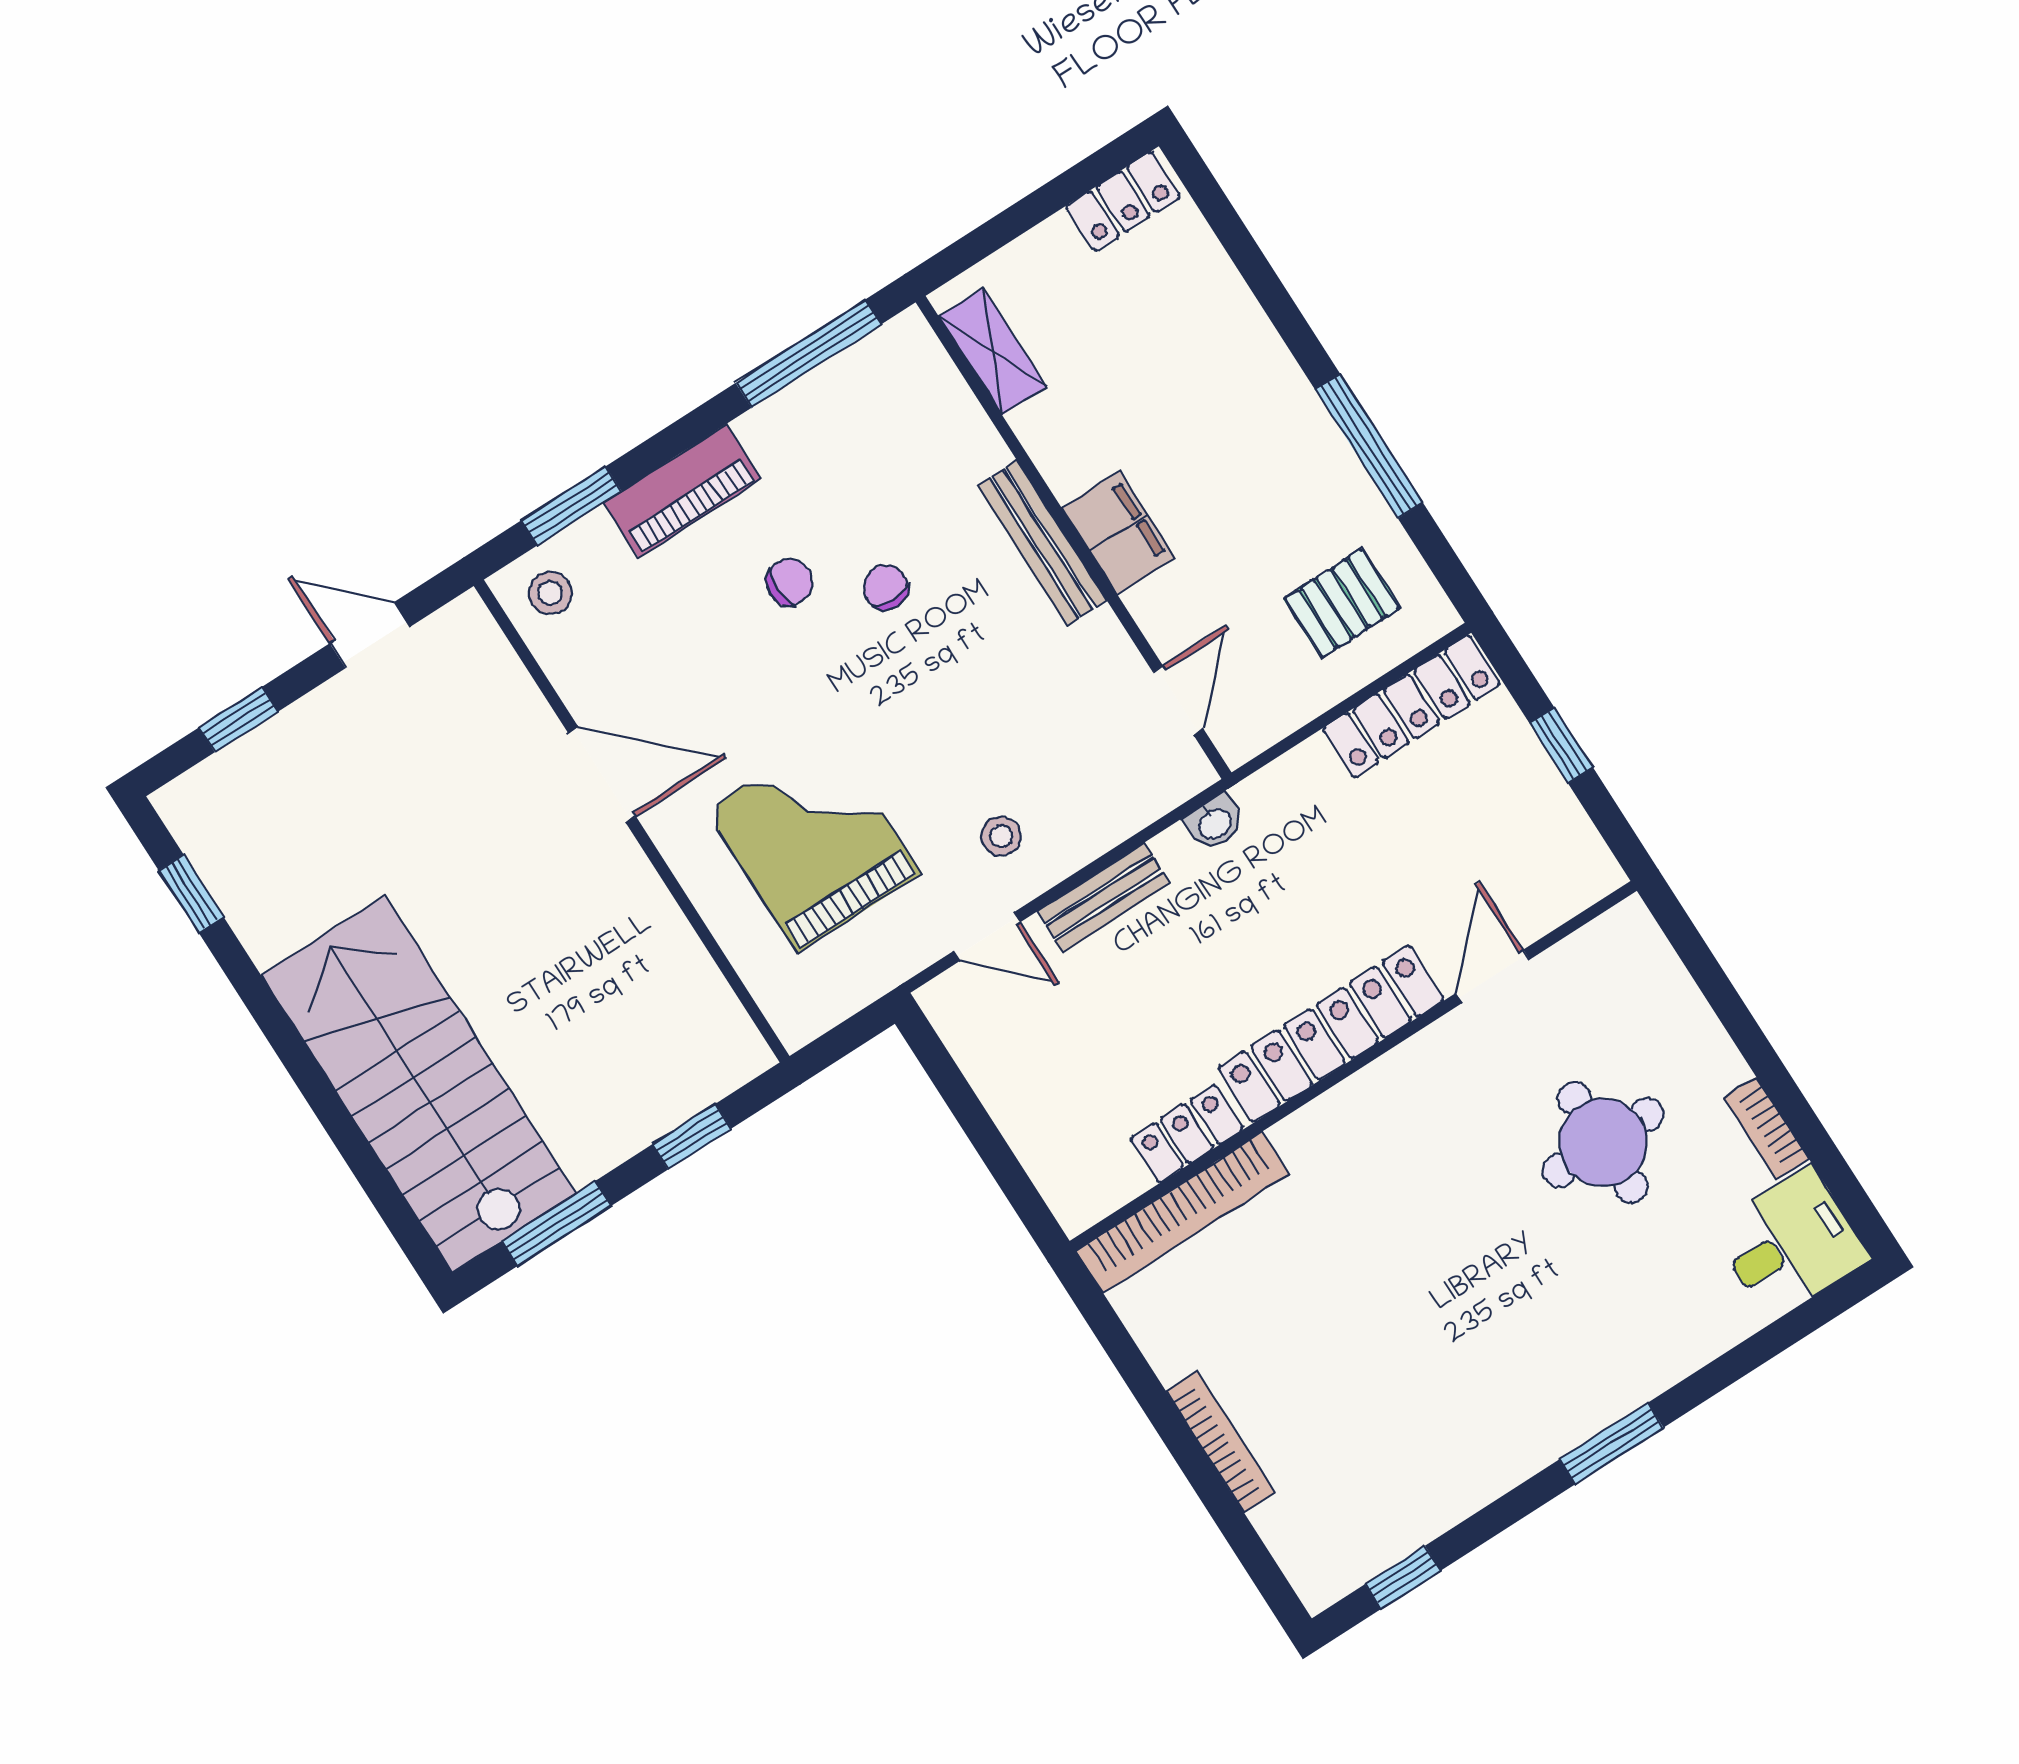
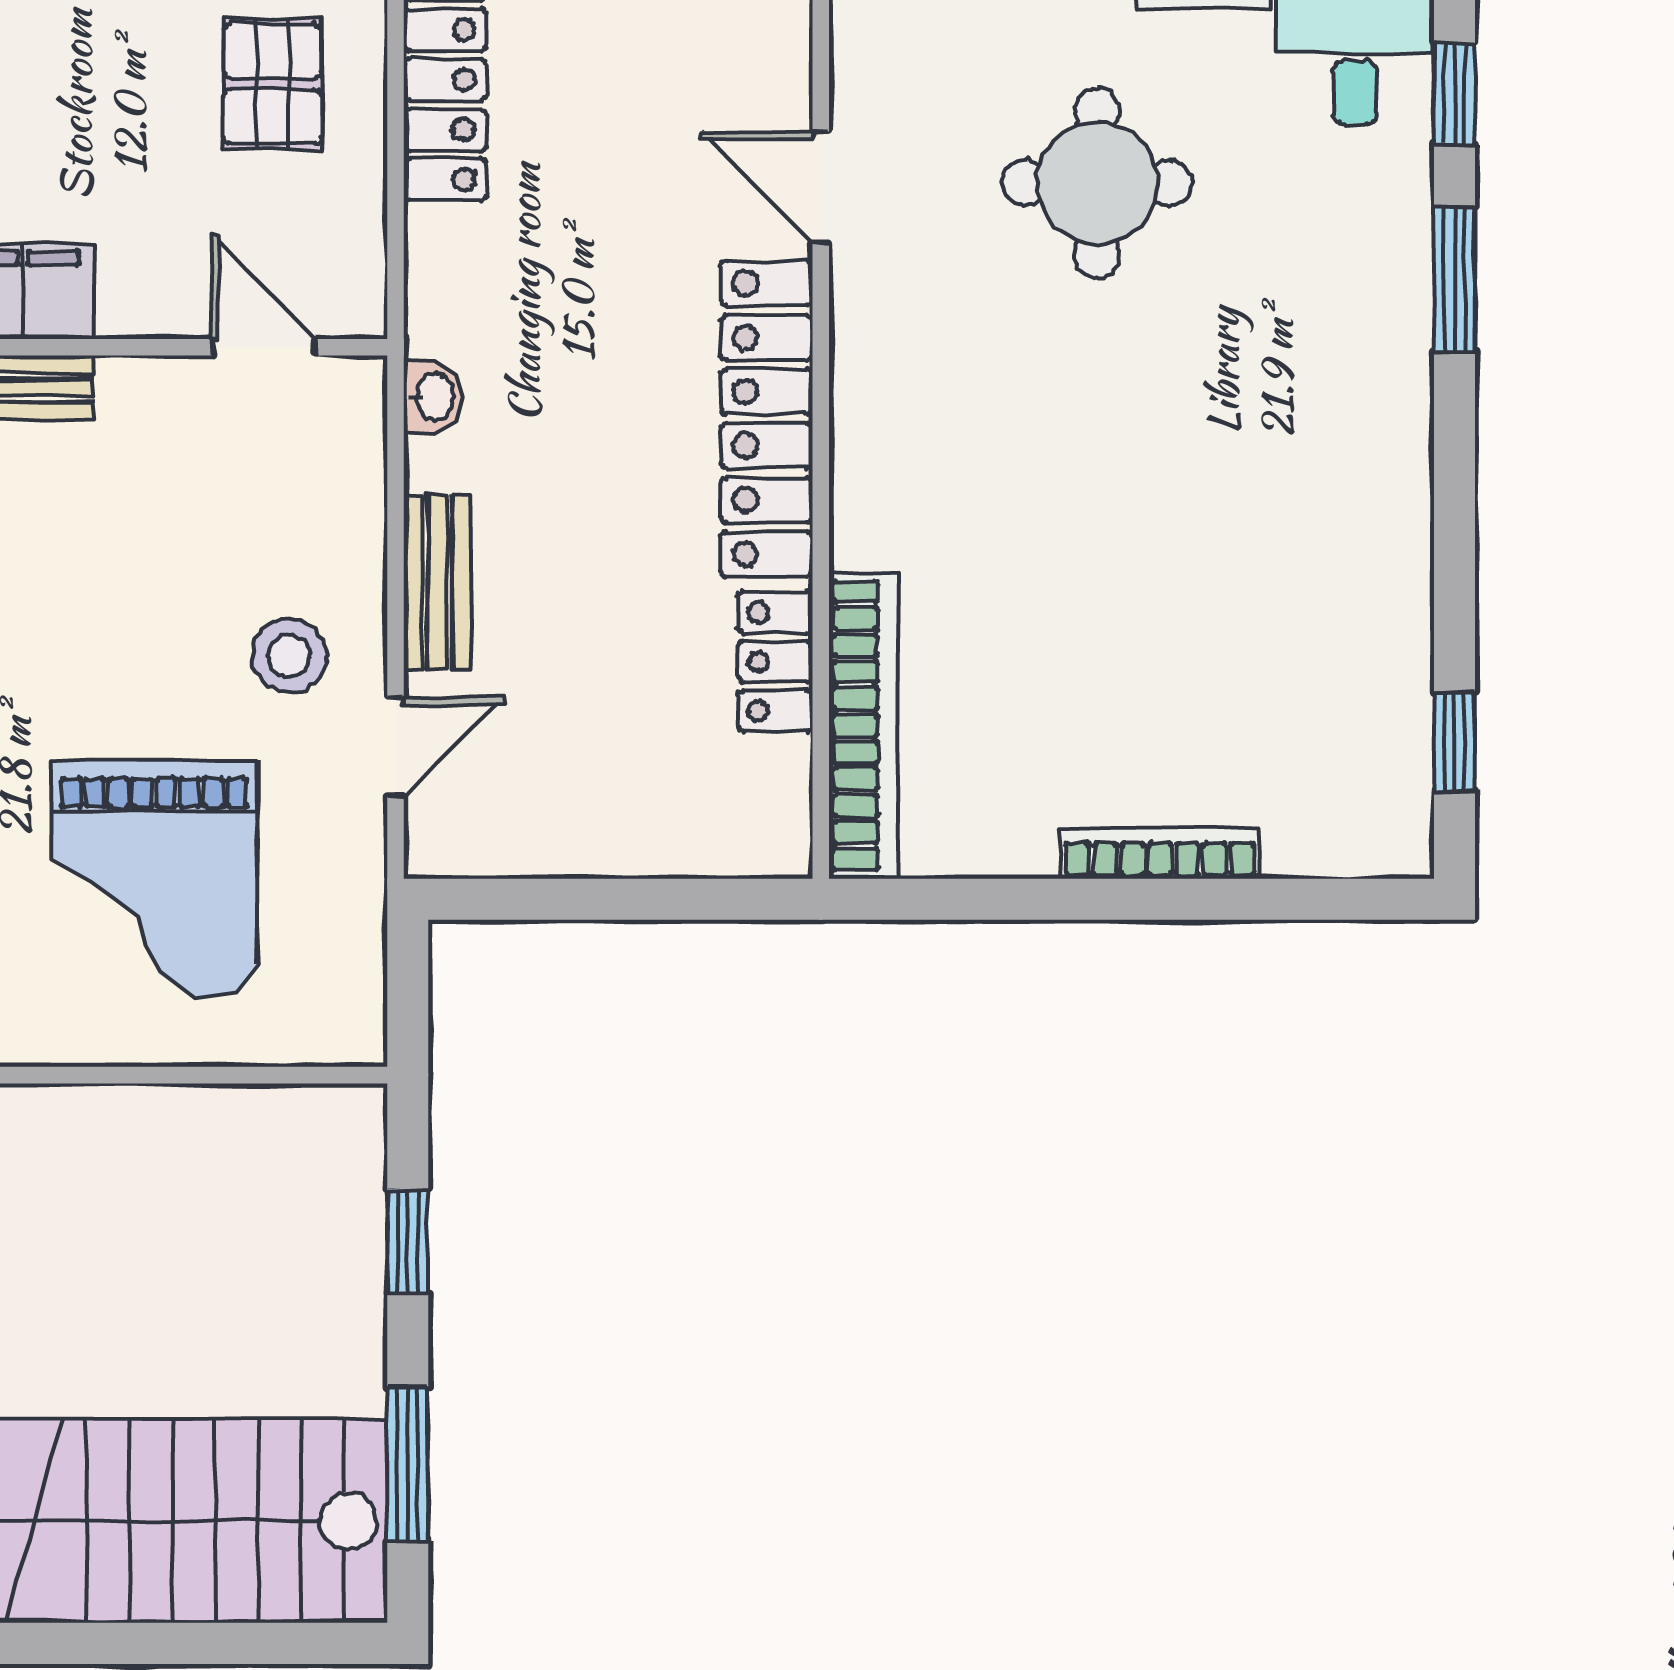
stool: (1001, 836) -> (289, 656), width x1.37, depth x1.37
grand piano: (813, 841) -> (154, 878), turned -90
window: (1796, 1325) -> (1455, 94), added
window: (1611, 1443) -> (1455, 279), moved

